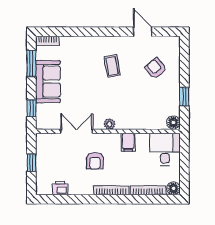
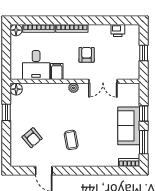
window: (31, 108) -> (144, 114), moved
desk: (165, 149) -> (36, 65), moved

